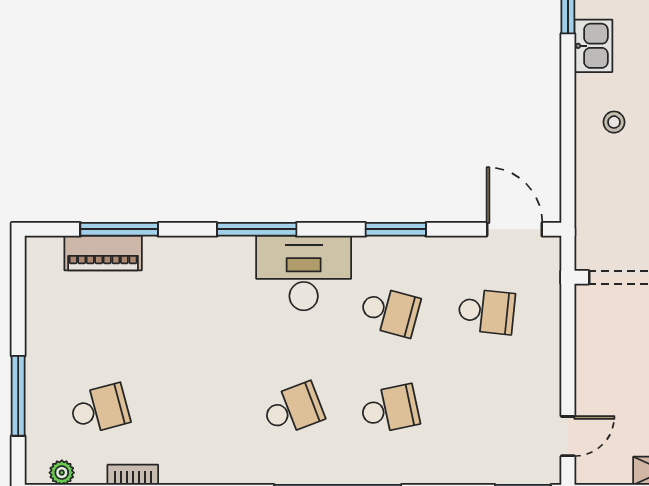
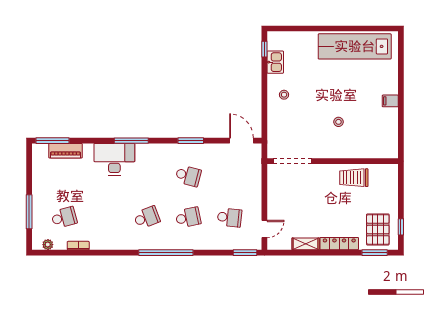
window: (119, 229) -> (52, 141), moved
desk: (304, 273) -> (114, 159), moved
school desk: (486, 312) -> (229, 217), moved

